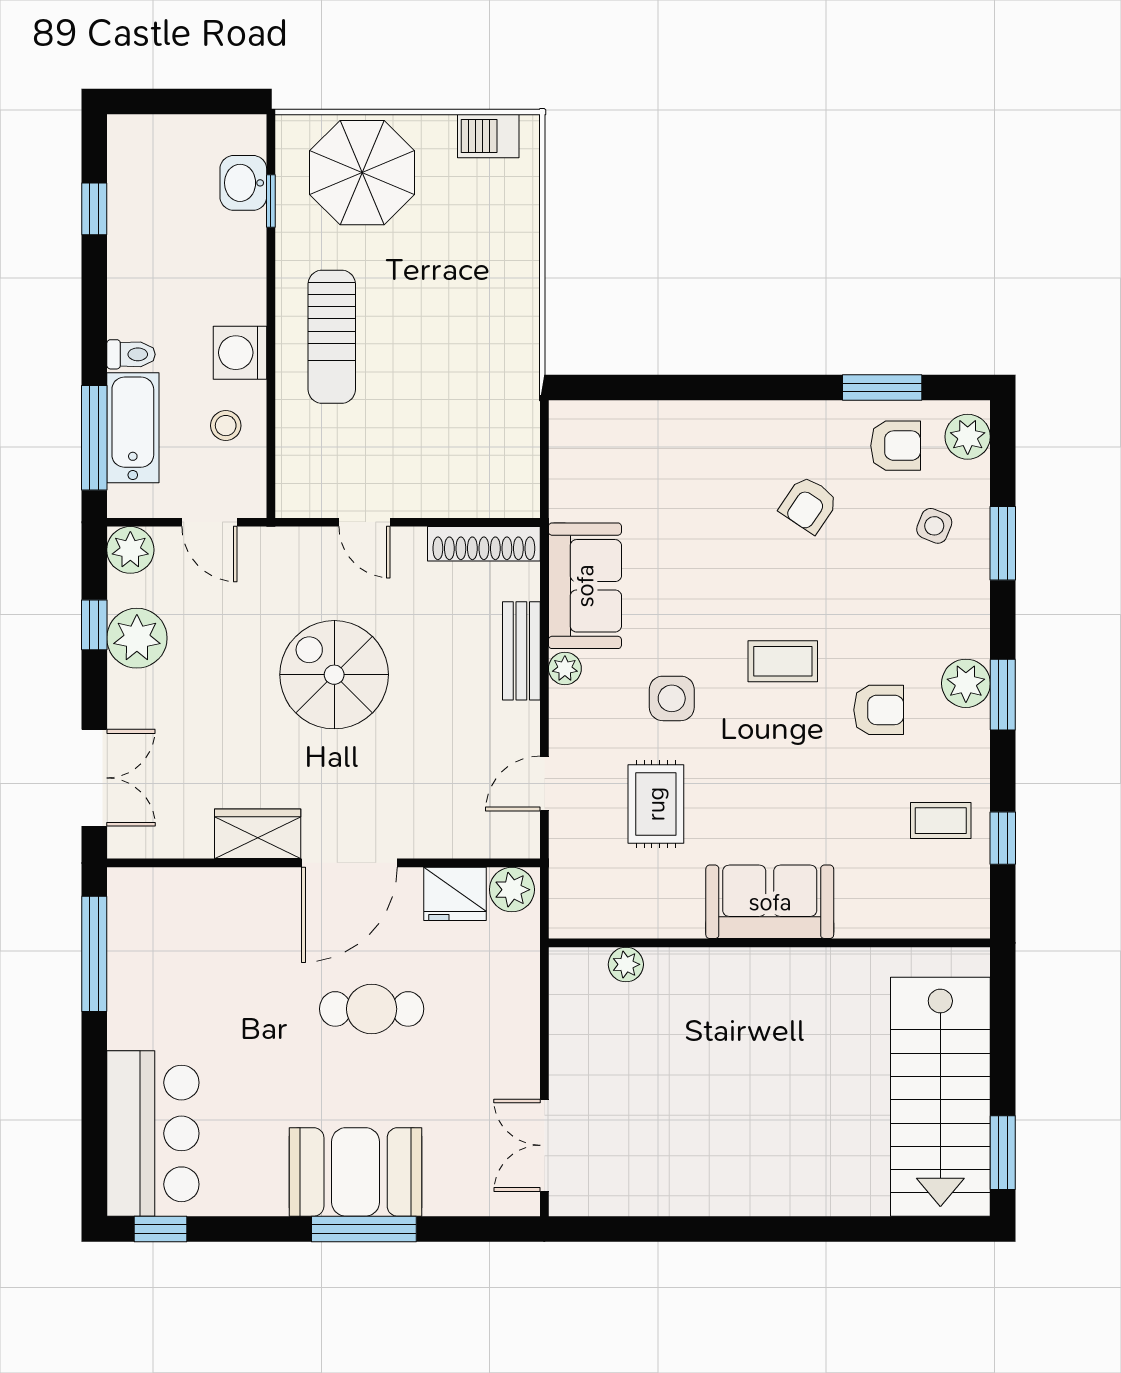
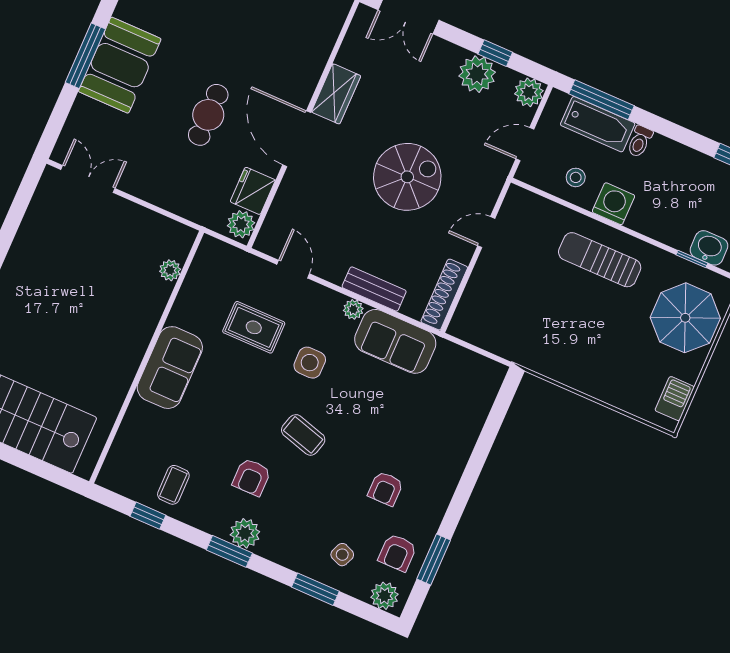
armchair: (809, 505) -> (386, 489), turned -124
coffee table: (783, 661) -> (303, 435), turned -74

